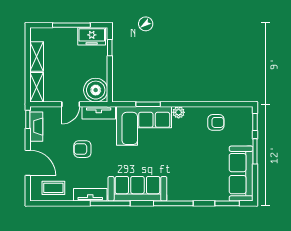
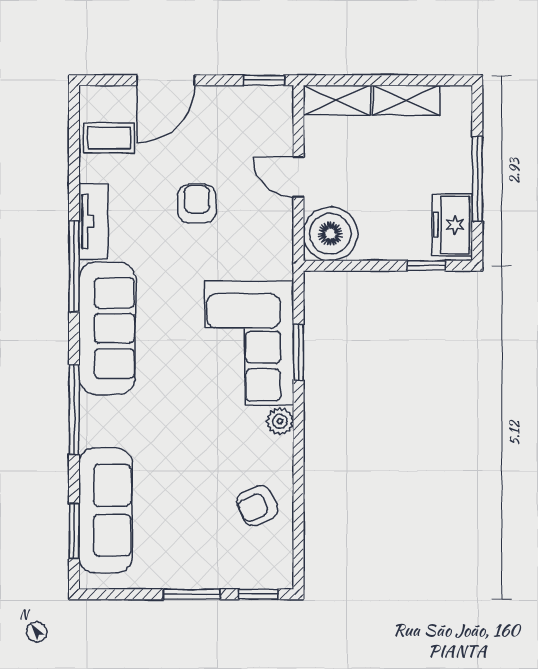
tv unit: (99, 113) -> (279, 241), removed
armchair: (216, 122) -> (257, 506), turned 65
fireplace: (36, 127) -> (248, 99), removed
sofa: (241, 174) -> (105, 510), moved, turned 90
coffee table: (53, 188) -> (109, 138), turned 90

